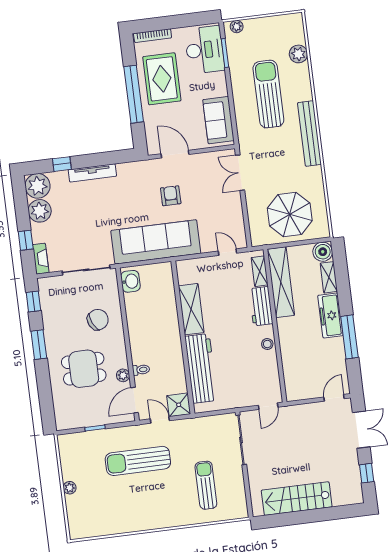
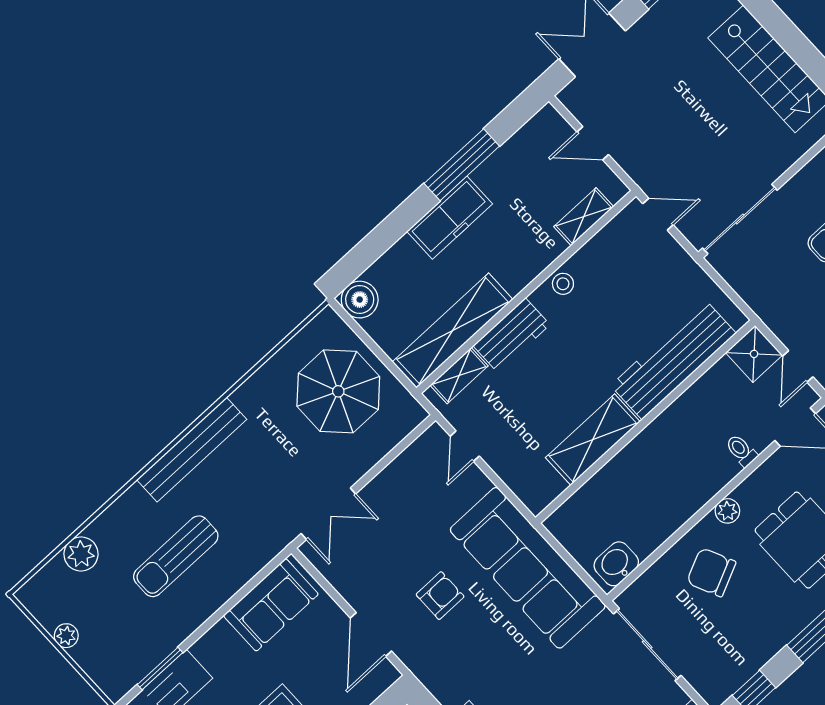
plant: (237, 27) -> (66, 636), moved
sun lounger: (268, 94) -> (176, 556), width x0.73, depth x0.75
armchair: (171, 196) -> (440, 596), turned 180
shelving: (329, 277) -> (584, 217), moved
plant: (123, 375) -> (727, 511), moved
door: (334, 398) -> (593, 143), moved

